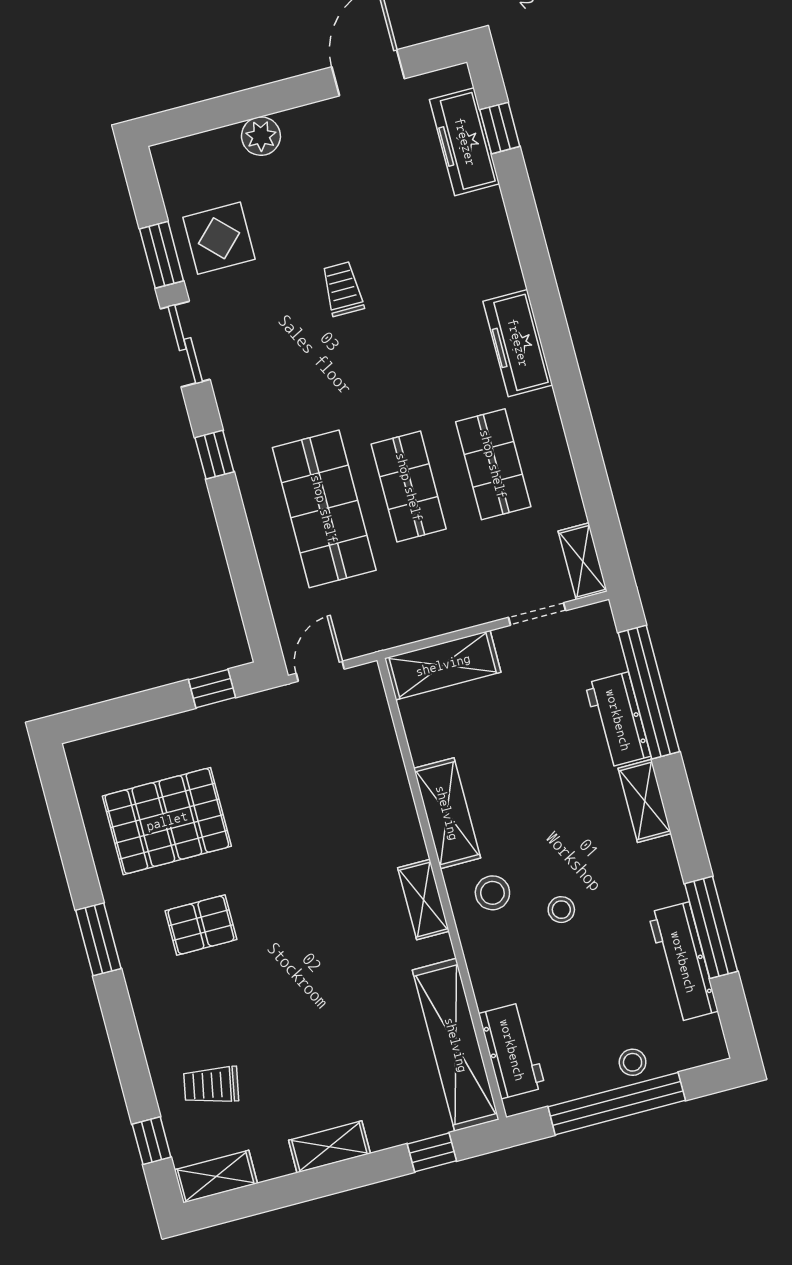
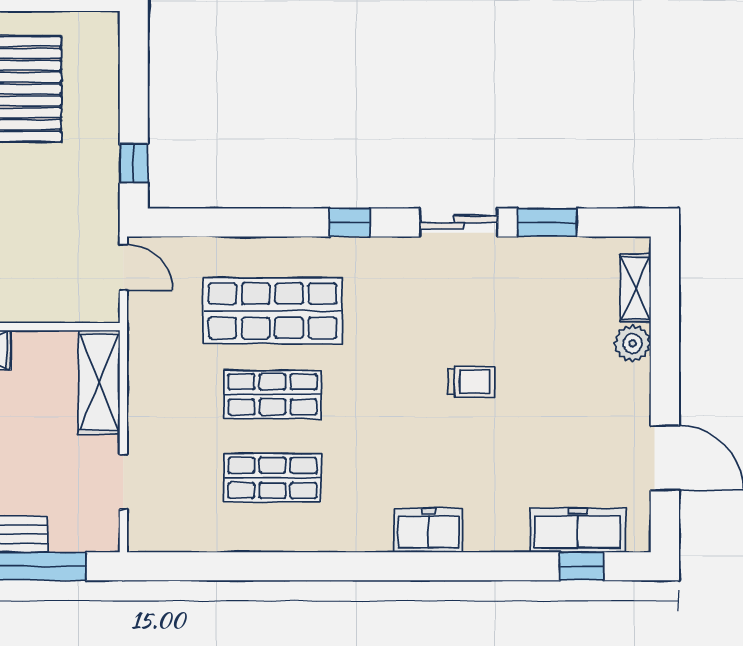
display table: (219, 238) -> (548, 280), removed
freezer: (518, 343) -> (428, 530), moved, width x0.71
shelving: (583, 561) -> (636, 288), moved, turned 90

